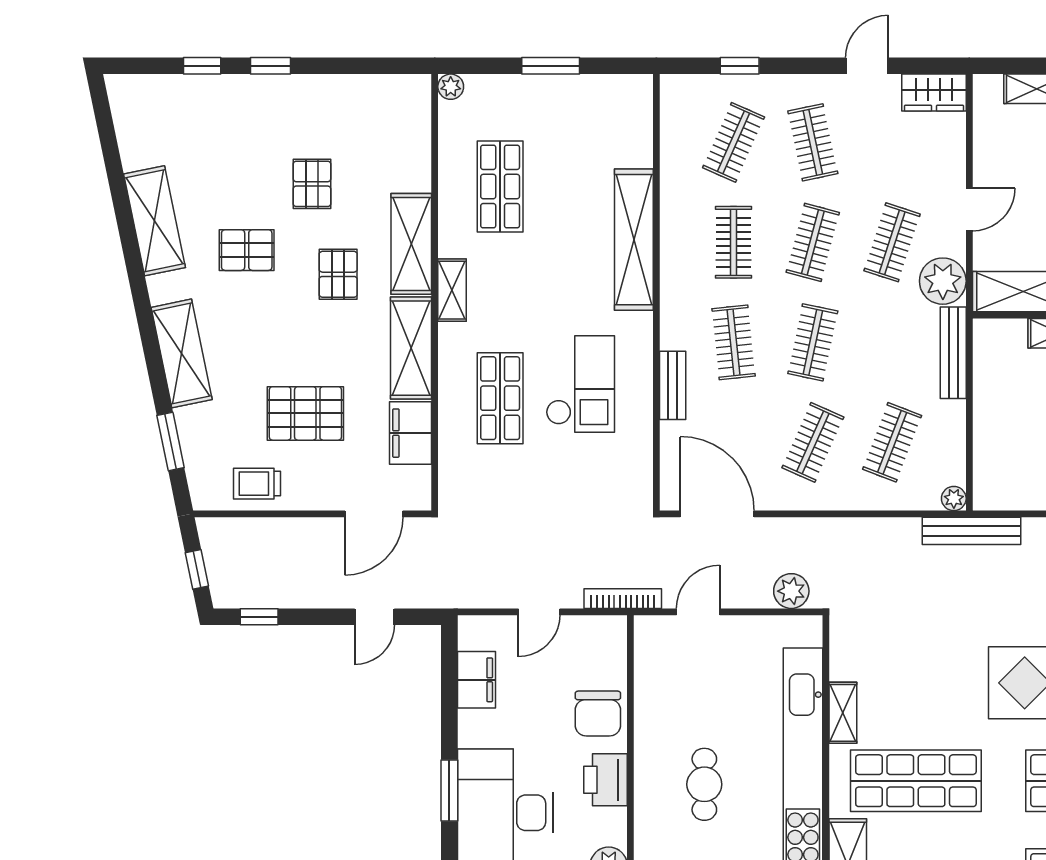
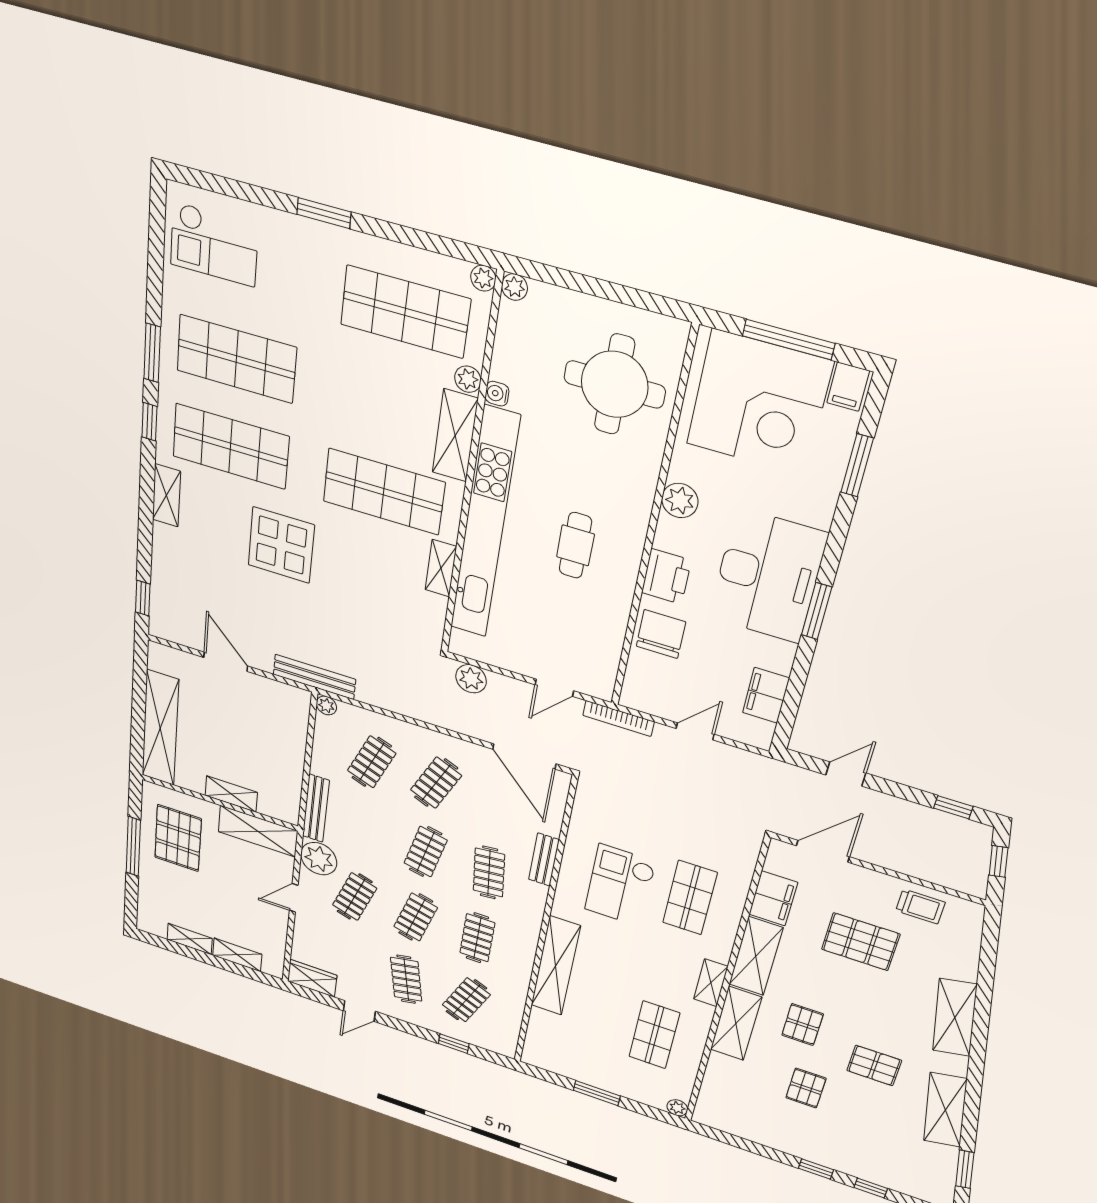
window: (171, 441) -> (965, 1169), moved

